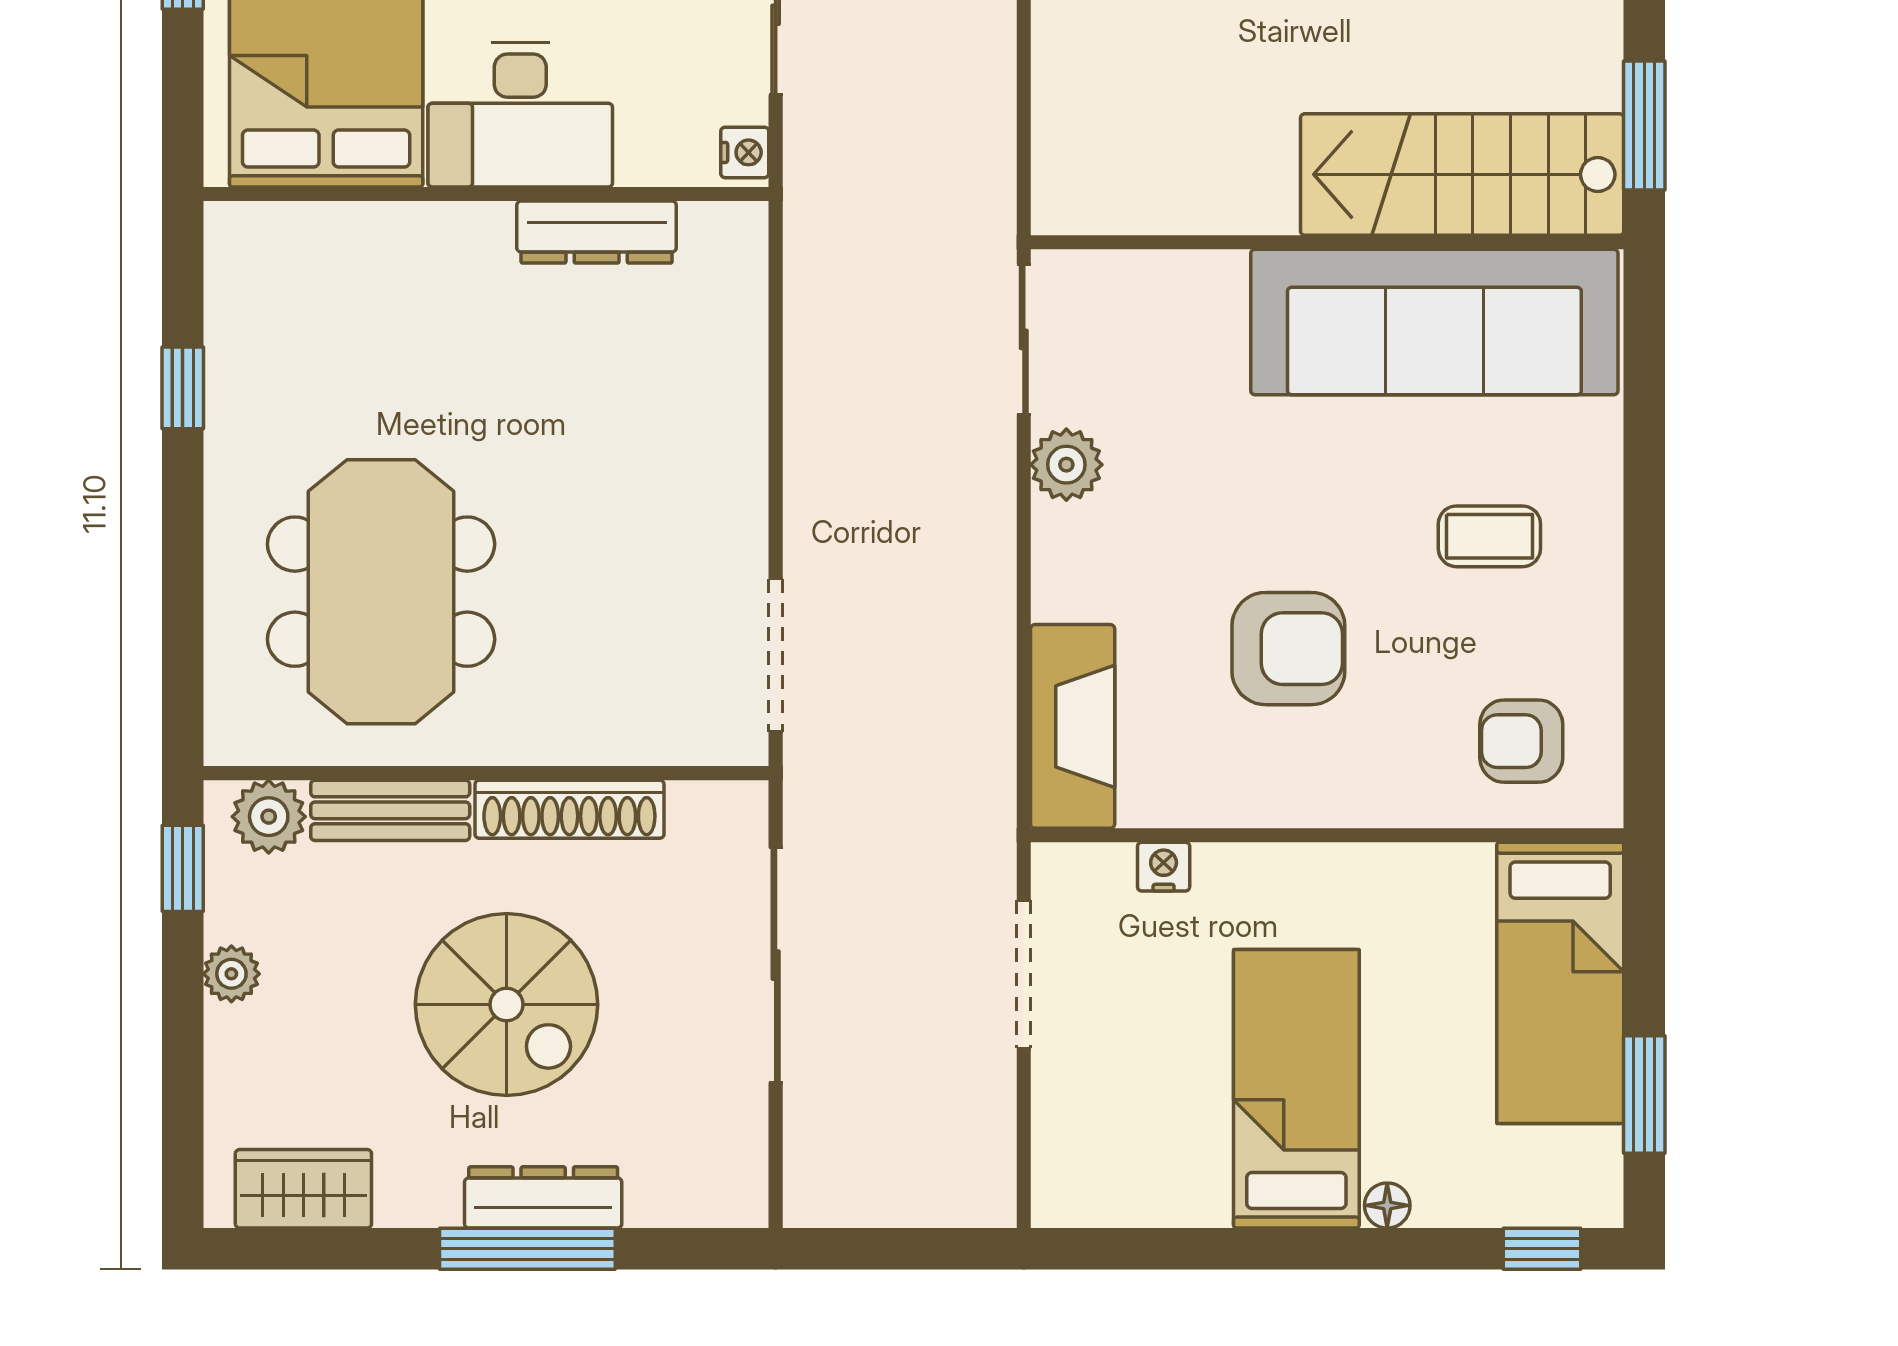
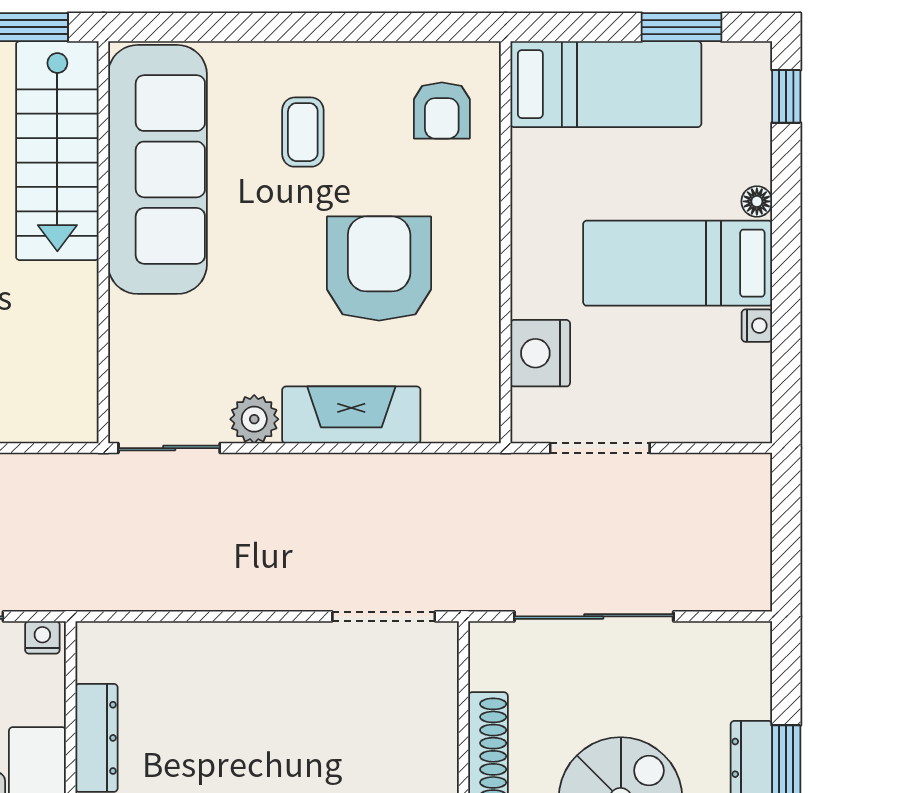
armchair: (1288, 649) -> (379, 269), width x1.36, depth x1.36
fireplace: (1073, 726) -> (351, 415), moved
nightstand: (1164, 867) -> (540, 353), width x1.89, depth x1.79
nightstand: (1204, 1206) -> (757, 326), added

